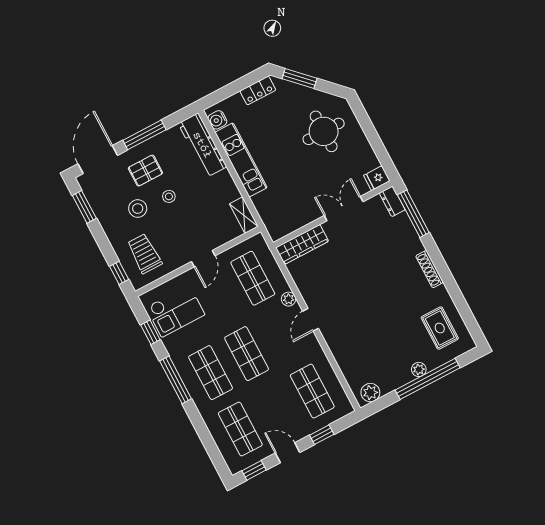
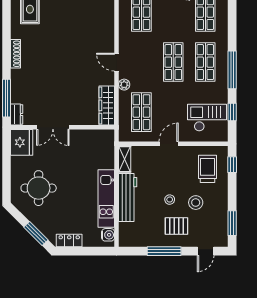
workbench: (202, 145) -> (128, 198), moved
door: (98, 160) -> (206, 251), width x0.53
fridge: (377, 178) -> (22, 142), width x1.88, depth x1.34
wardrobe: (302, 244) -> (107, 105), moved, turned -90
trolley: (144, 254) -> (207, 169), turned 180
door: (311, 320) -> (117, 62), swing flipped

